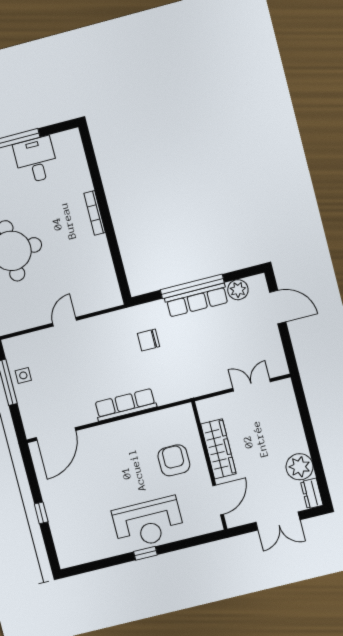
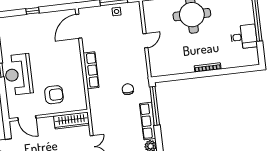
window: (192, 286) -> (155, 106), moved
door: (65, 322) -> (145, 41), hinge flipped
door: (56, 434) -> (79, 26), hinge flipped
wardrobe: (218, 449) -> (71, 120), moved

